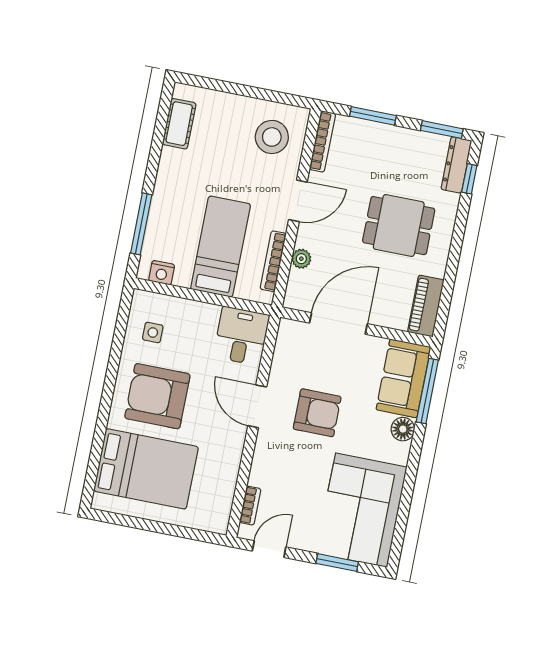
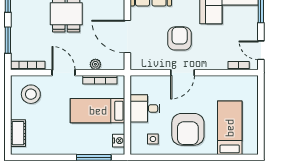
cot: (179, 124) -> (18, 133), moved, turned 90
desk: (241, 336) -> (145, 108), moved
bed: (146, 469) -> (230, 128), width x0.67

